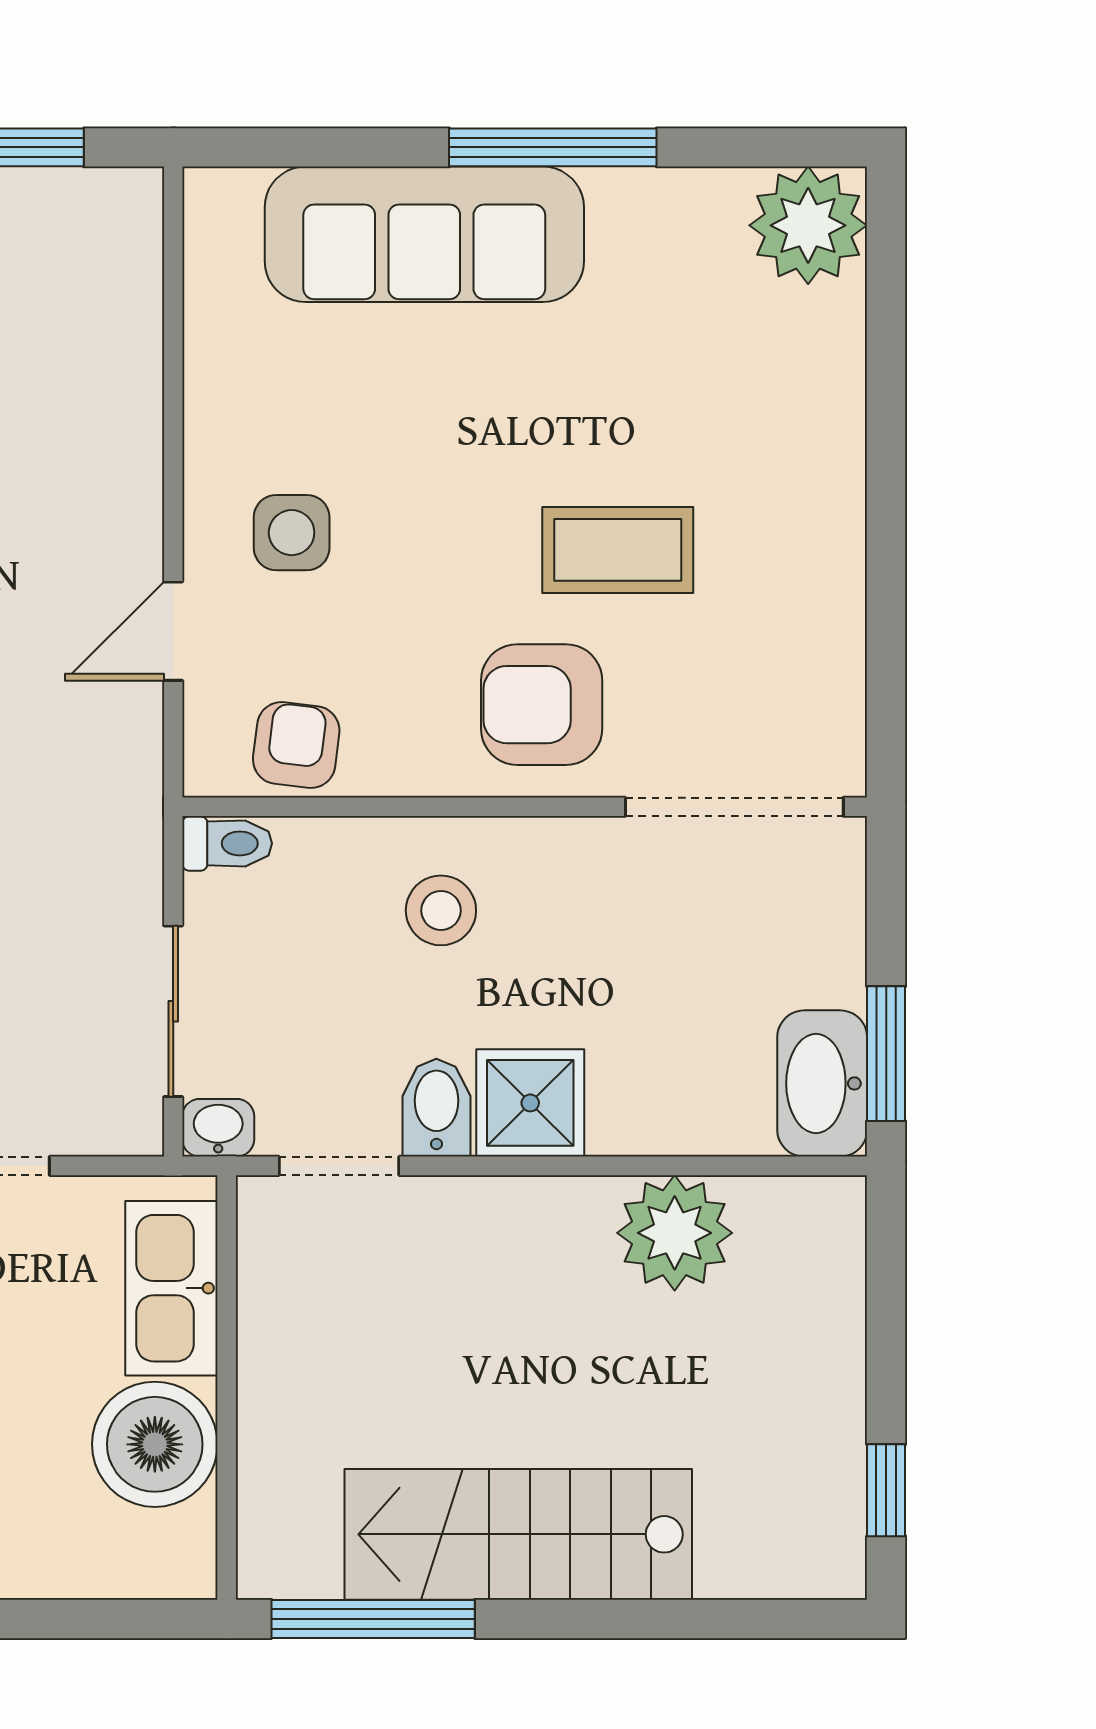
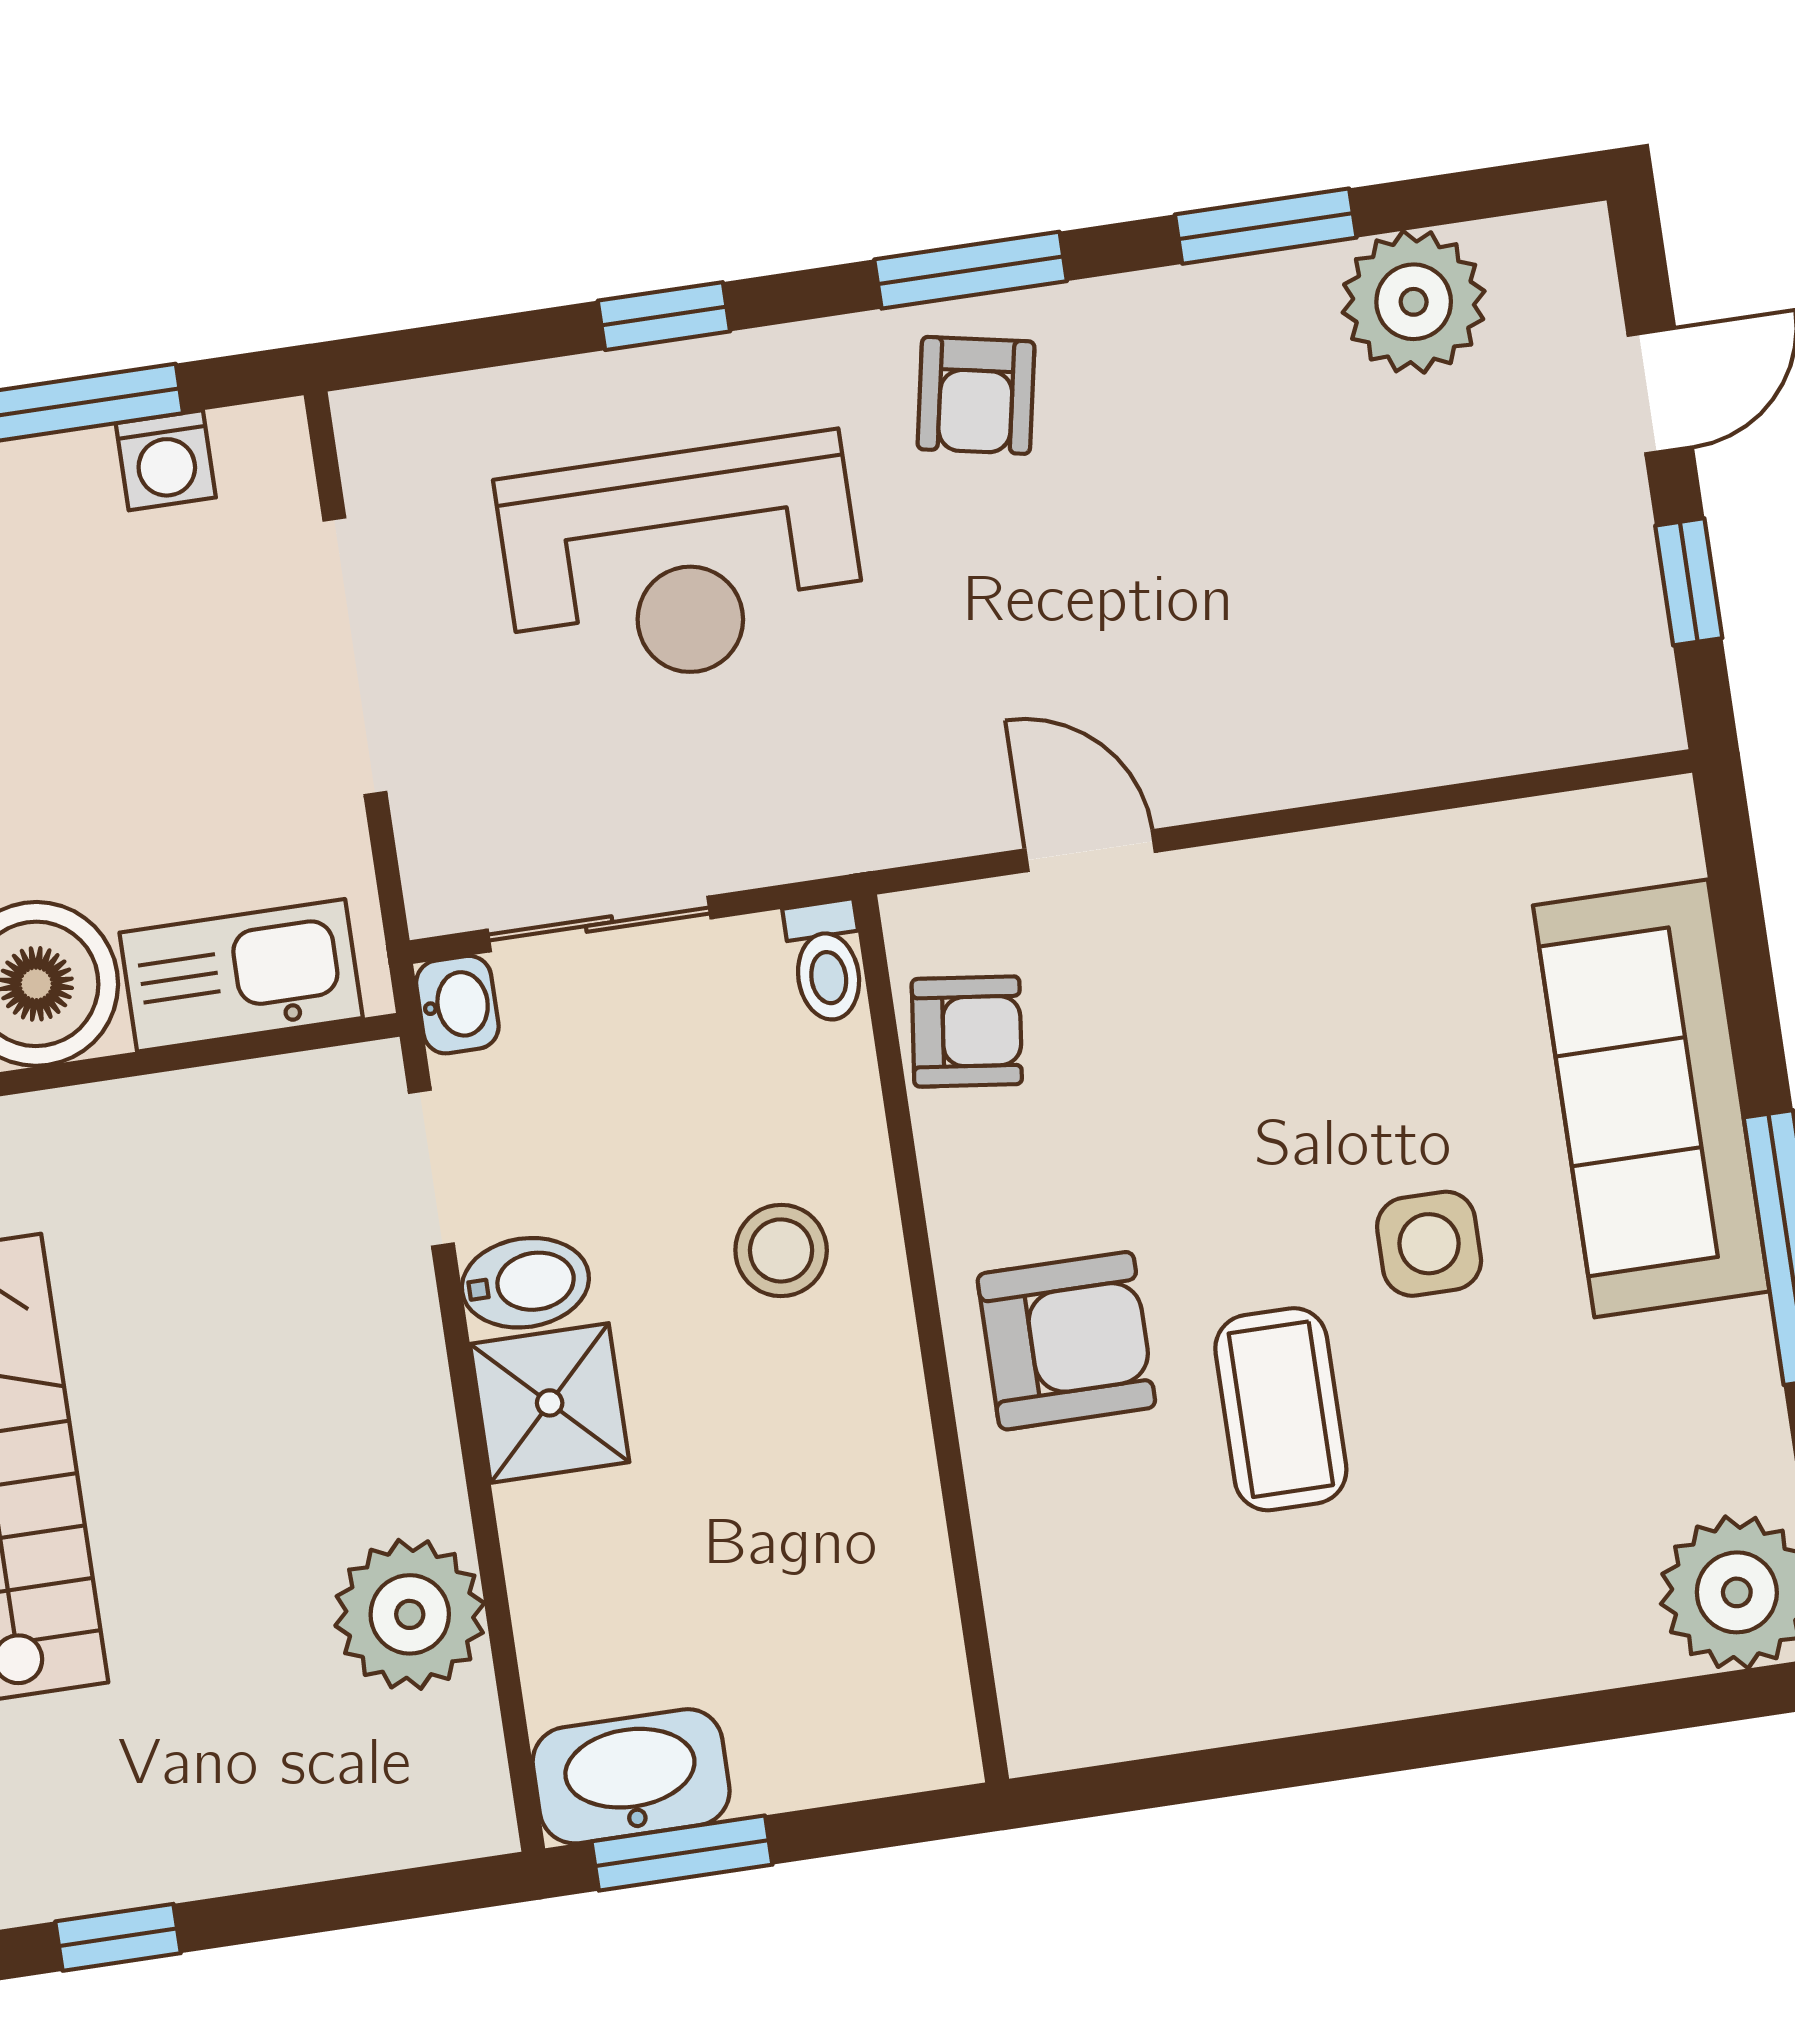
side table: (292, 533) -> (1429, 1244), moved
armchair: (542, 705) -> (1066, 1341), turned 90
doorway: (734, 807) -> (972, 1609), removed

